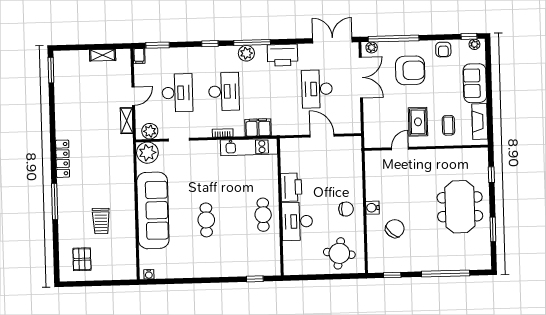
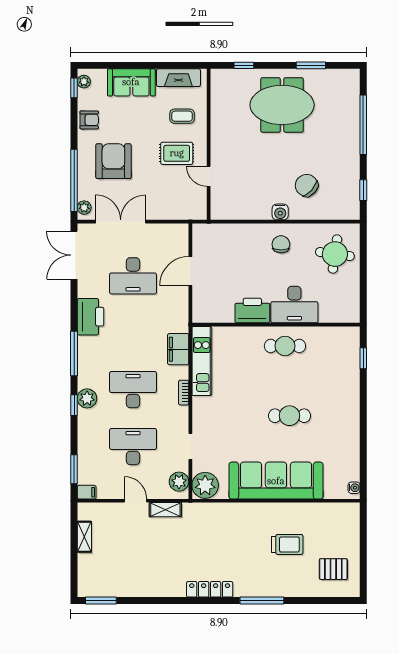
plant: (246, 53) -> (87, 398), moved

